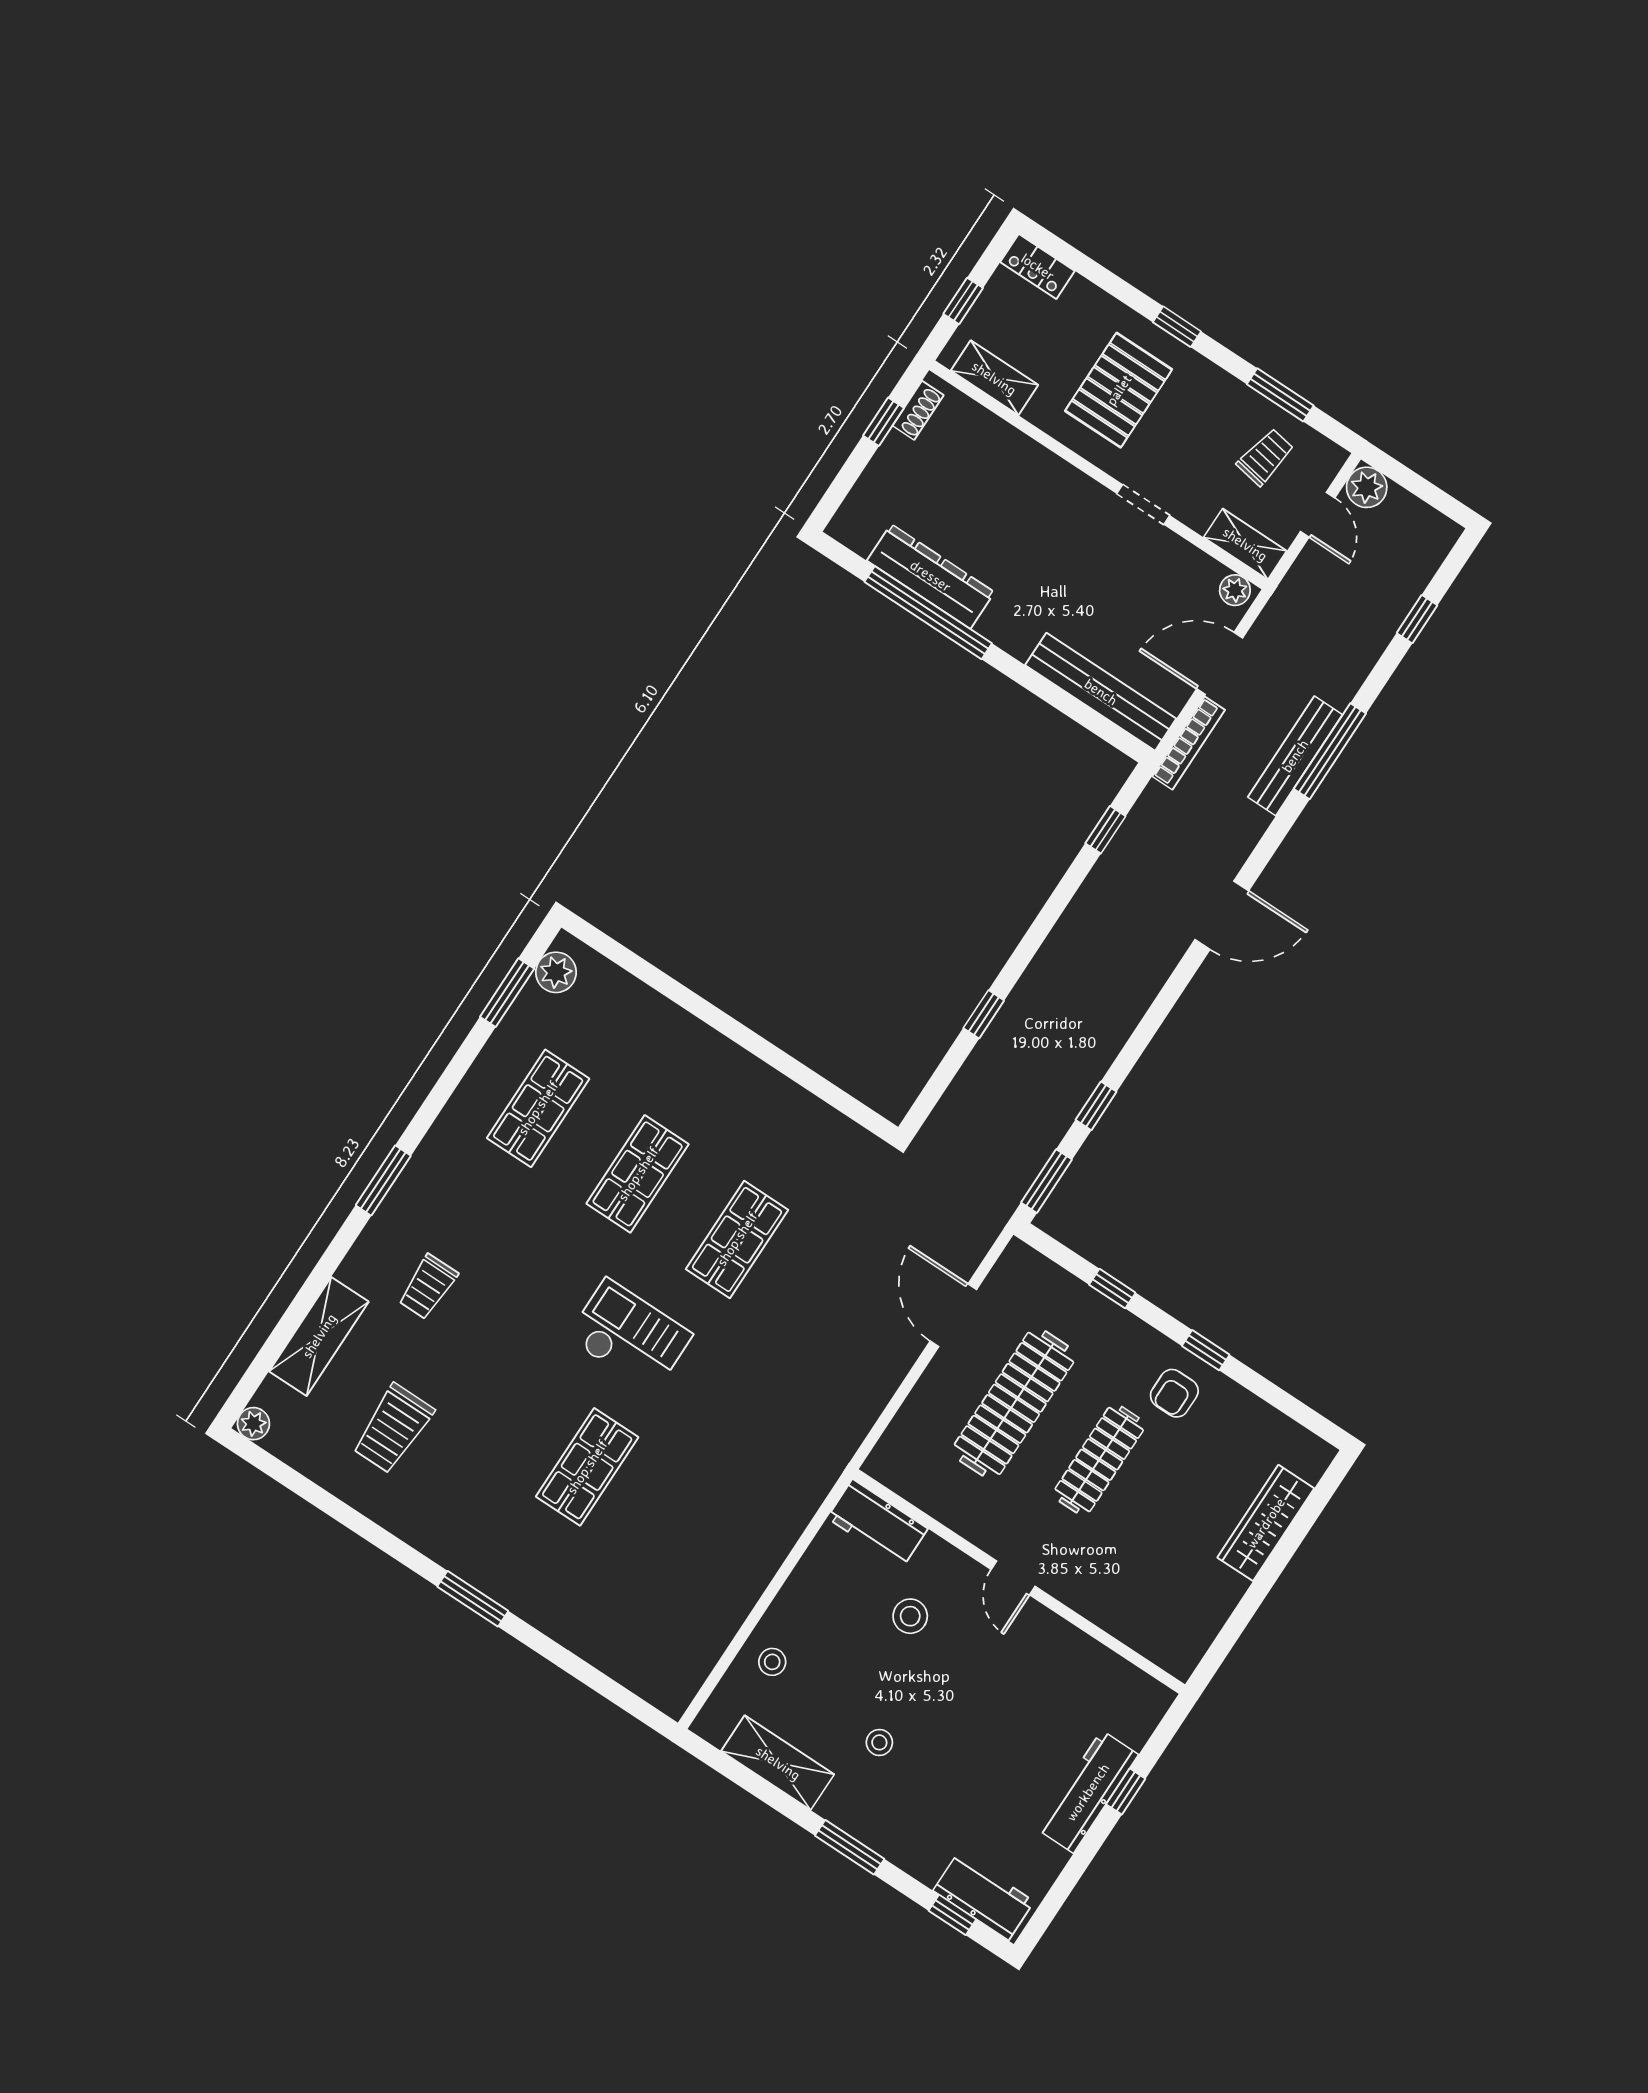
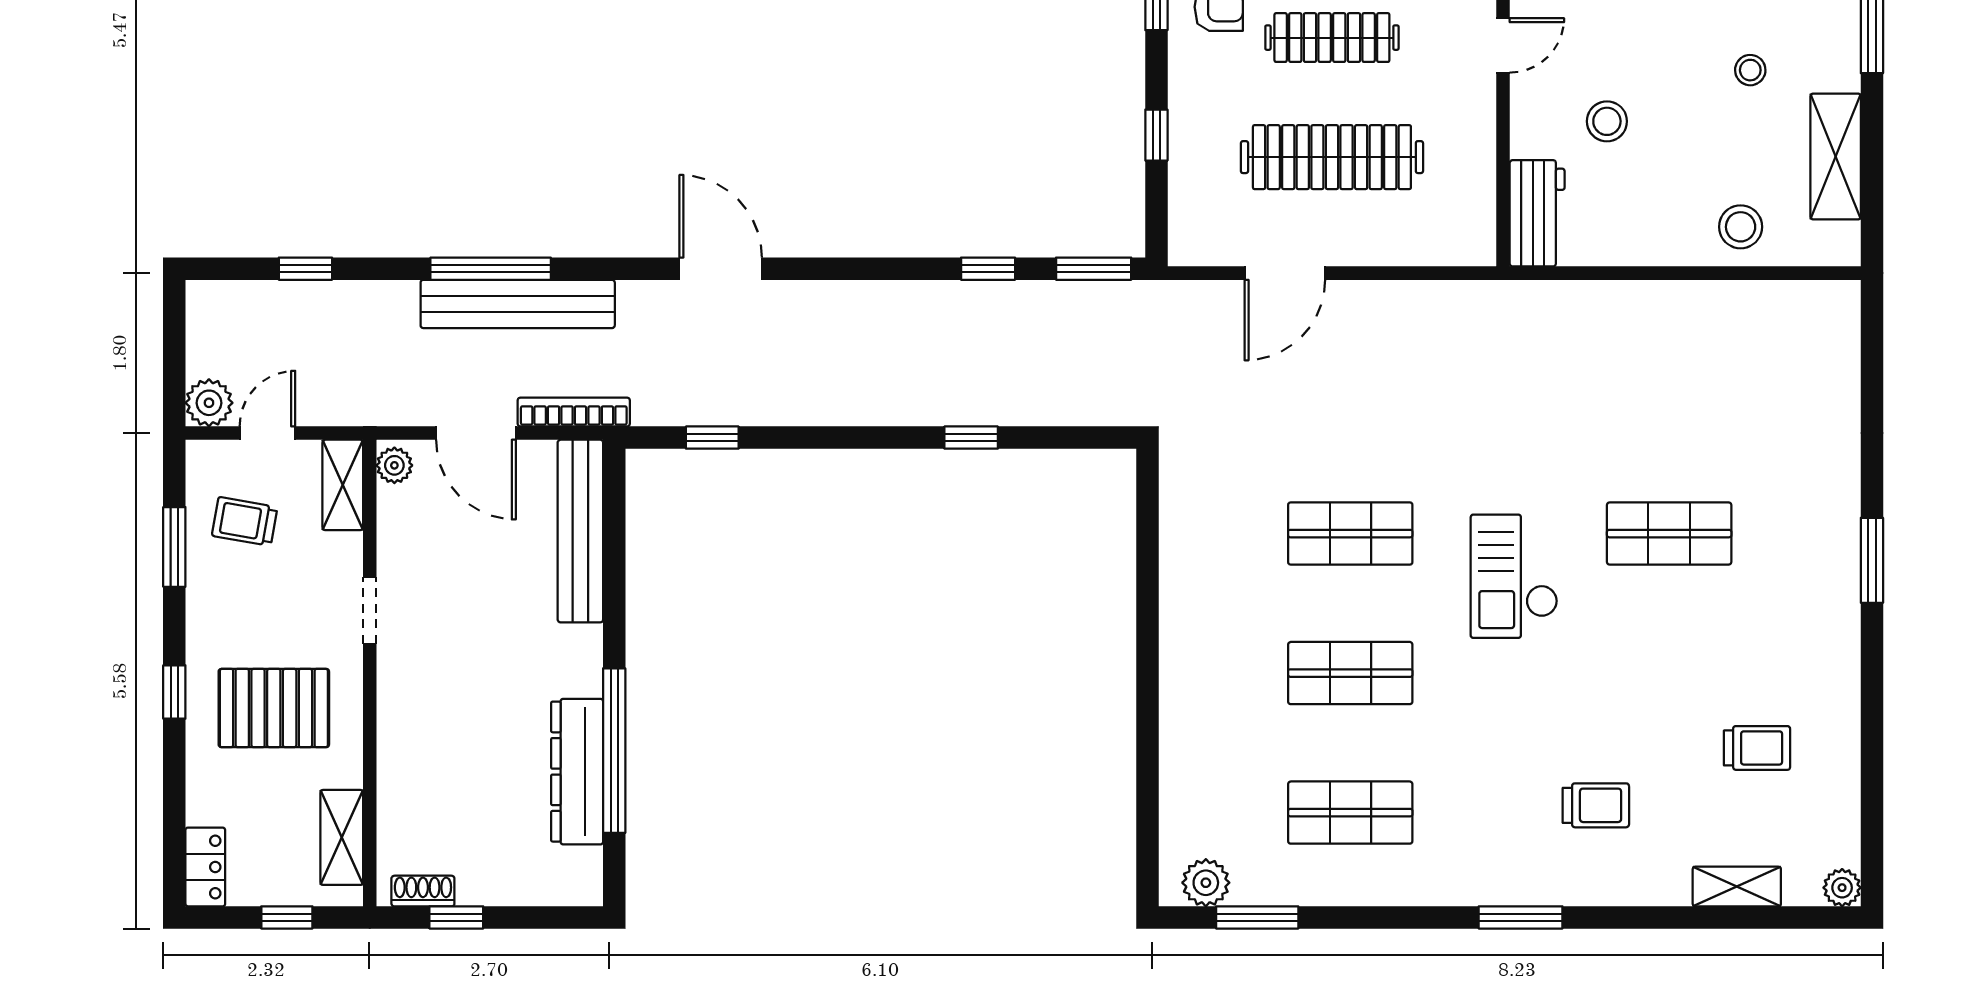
bench: (1295, 756) -> (518, 304), width x1.37, depth x1.21
shelving: (319, 1336) -> (1737, 886), width x0.67, depth x0.75
trolley: (393, 1429) -> (1757, 748), width x0.73, depth x0.72
stool: (772, 1662) -> (1741, 227), width x1.37, depth x1.37

